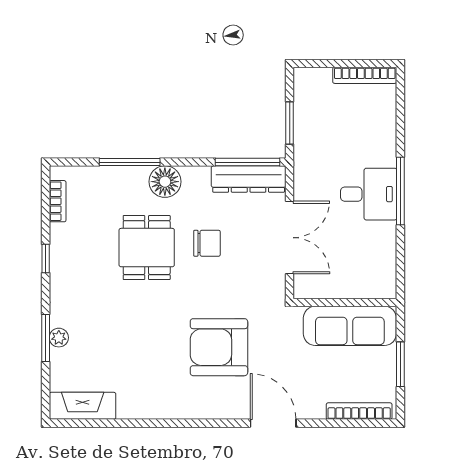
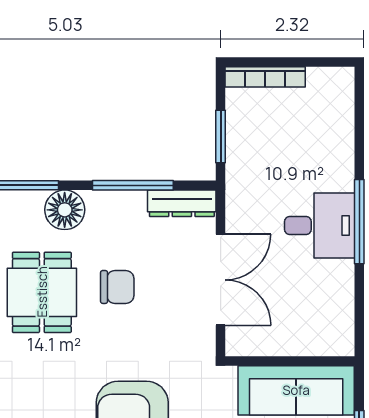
bookcase: (365, 75) -> (265, 77), moved
window: (247, 162) -> (133, 185), moved
dresser: (249, 179) -> (182, 203), width x0.73, depth x0.80

